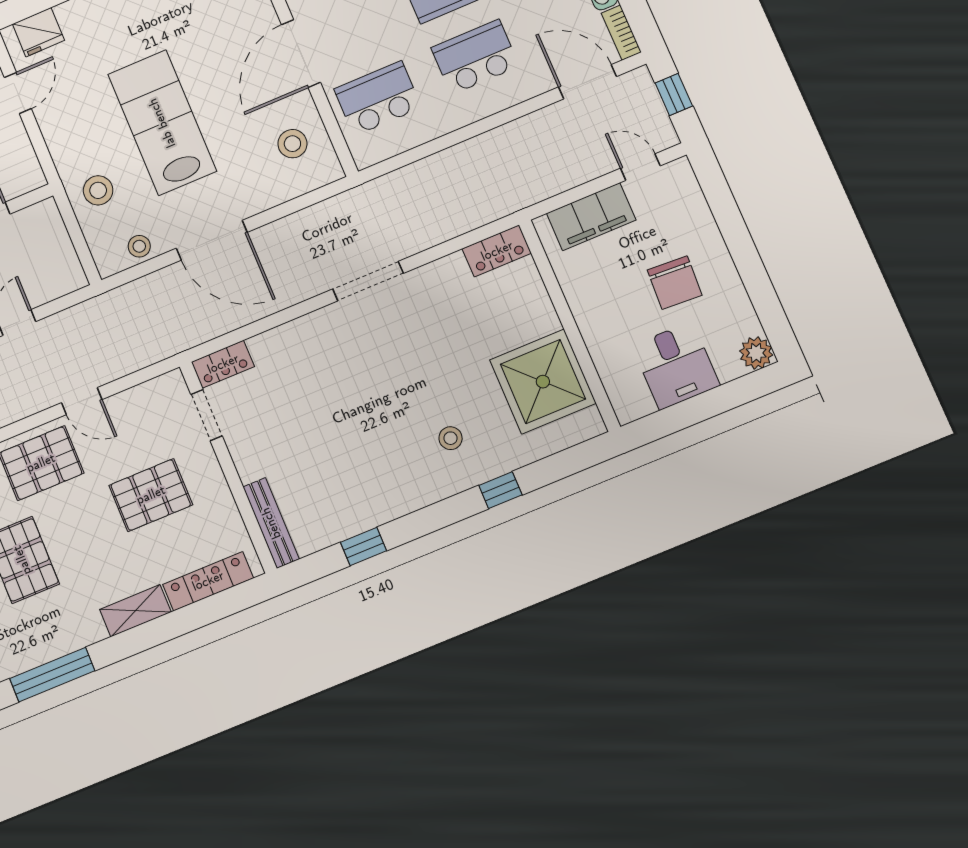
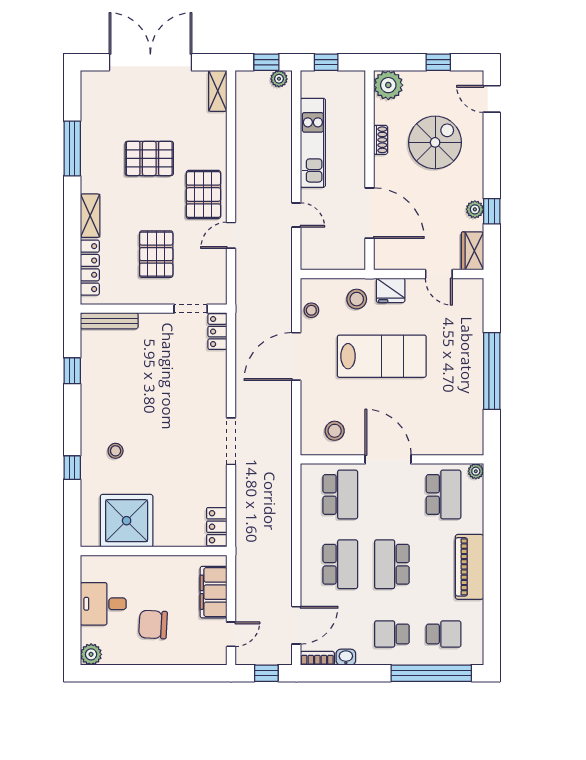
fridge: (38, 32) -> (391, 290), moved, turned -90

